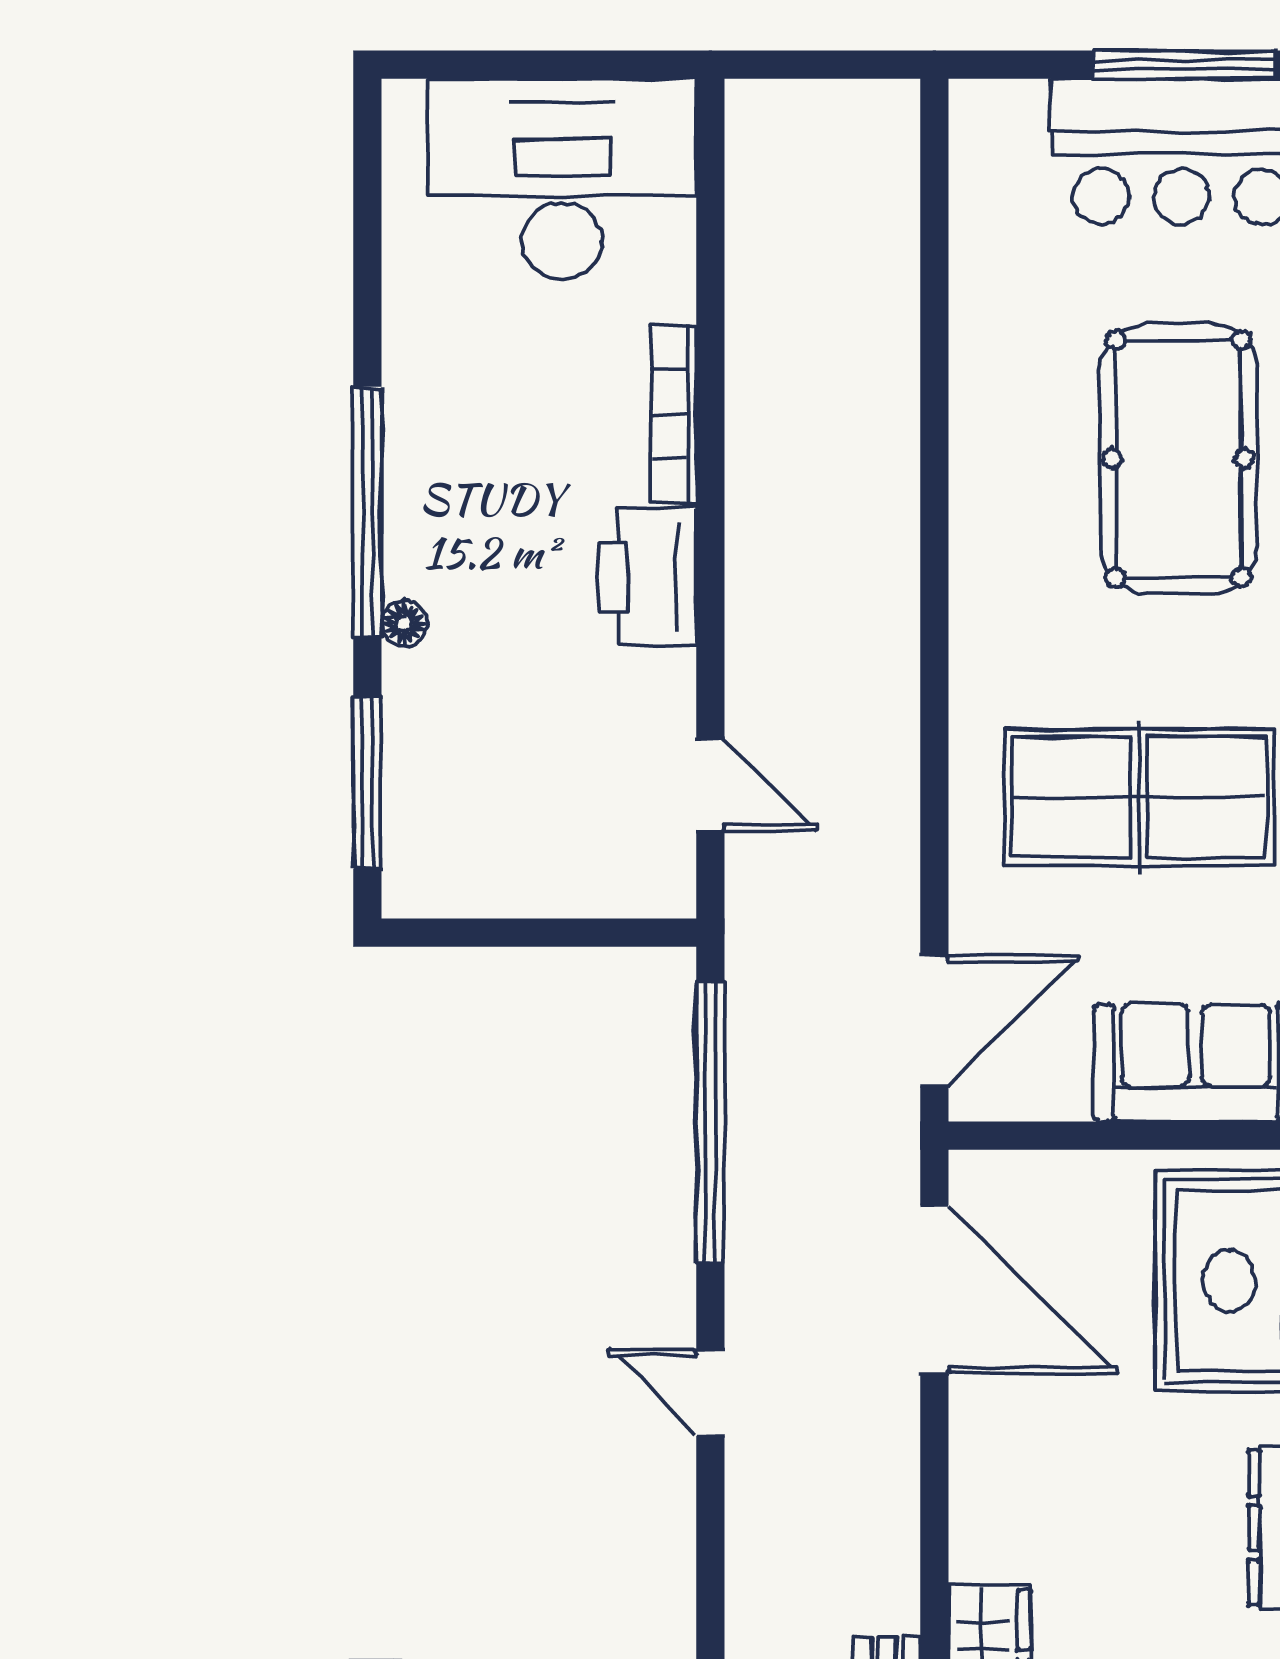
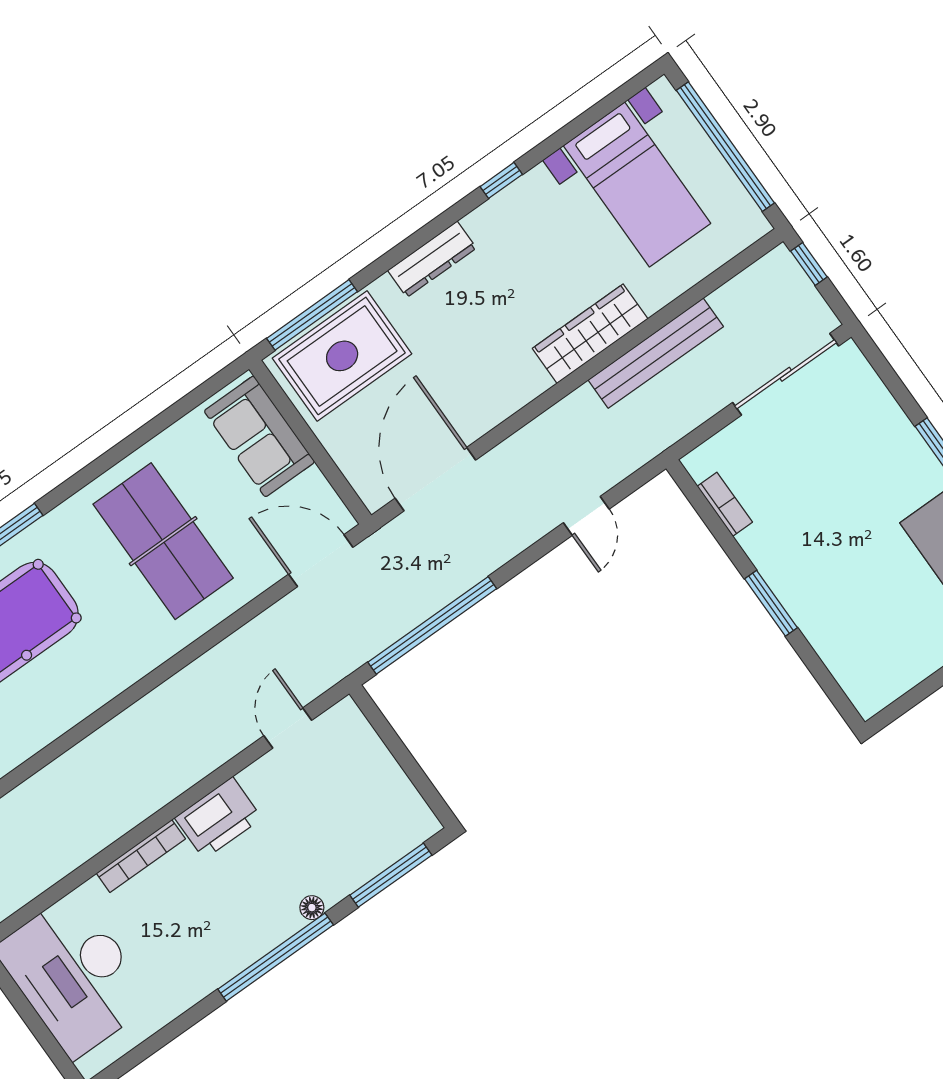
door: (710, 1392) -> (586, 516), moved

